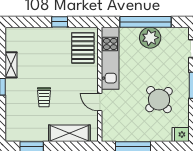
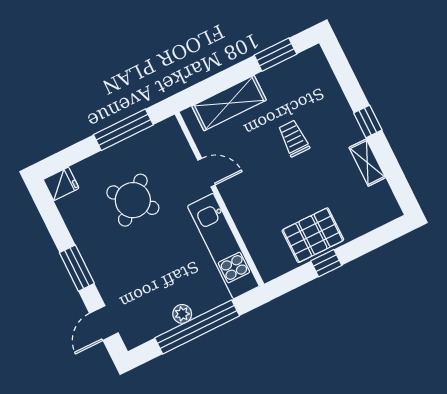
plant: (150, 38) -> (182, 314), width x0.53, depth x0.53
pallet: (83, 48) -> (313, 235), moved, turned 90
round table: (159, 100) -> (133, 200), moved

